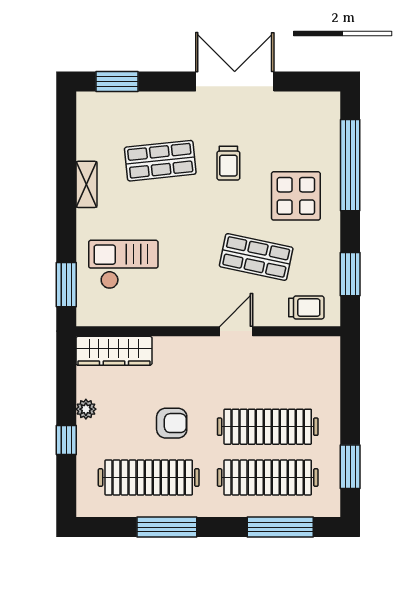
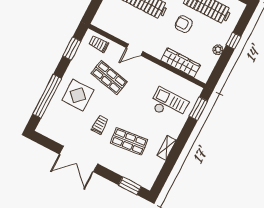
checkout: (123, 264) -> (169, 104), turned 180
wardrobe: (114, 351) -> (181, 63), moved

